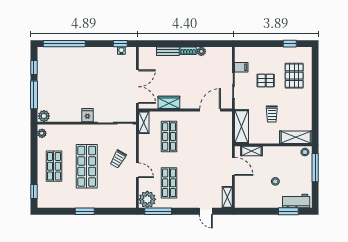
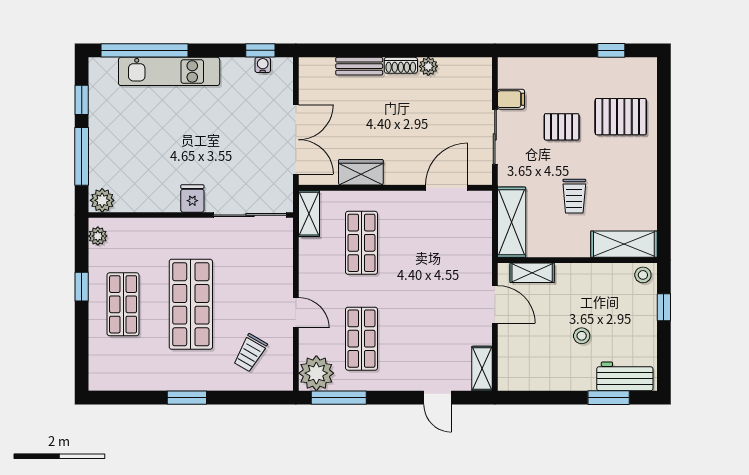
kitchen unit: (76, 54) -> (169, 71), added
pallet: (294, 76) -> (621, 117), turned 90
trolley: (118, 159) -> (250, 353), moved
window: (315, 168) -> (664, 307), width x0.46
window: (34, 192) -> (82, 287), moved

